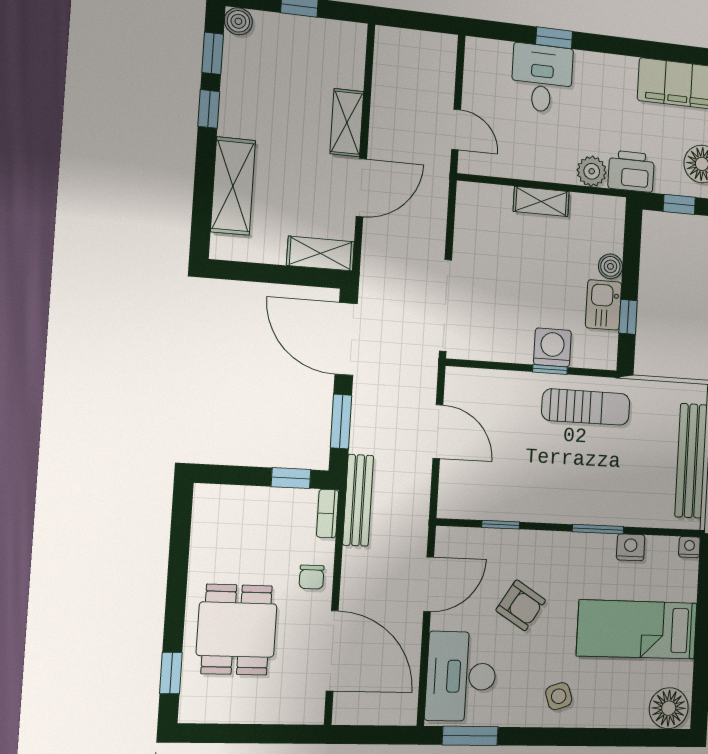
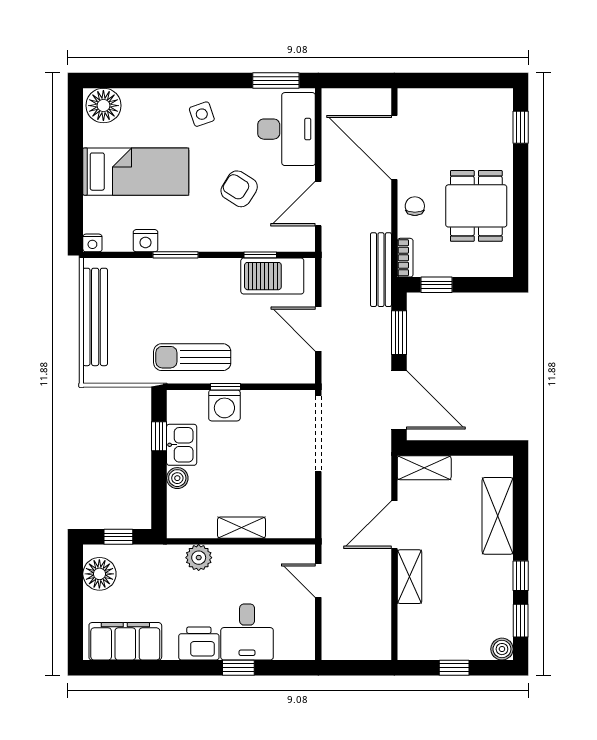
printer: (631, 171) -> (199, 643), moved, turned 180
barbecue: (488, 499) -> (272, 276), added
dining table: (237, 630) -> (476, 206), moved

